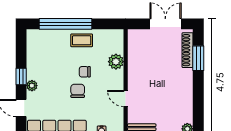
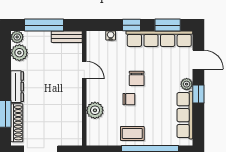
row of seats: (34, 57) -> (185, 115), added
dresser: (187, 83) -> (17, 87), added
plant: (185, 114) -> (19, 53), added

